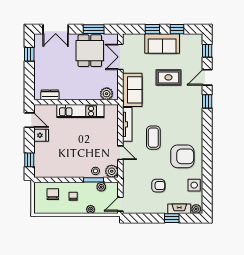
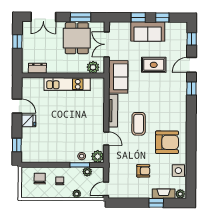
plant: (107, 94) -> (93, 67), moved
dresser: (50, 95) -> (37, 68), moved
wall: (76, 102) -> (63, 75), moved
kitchen unit: (80, 111) -> (67, 84), moved

